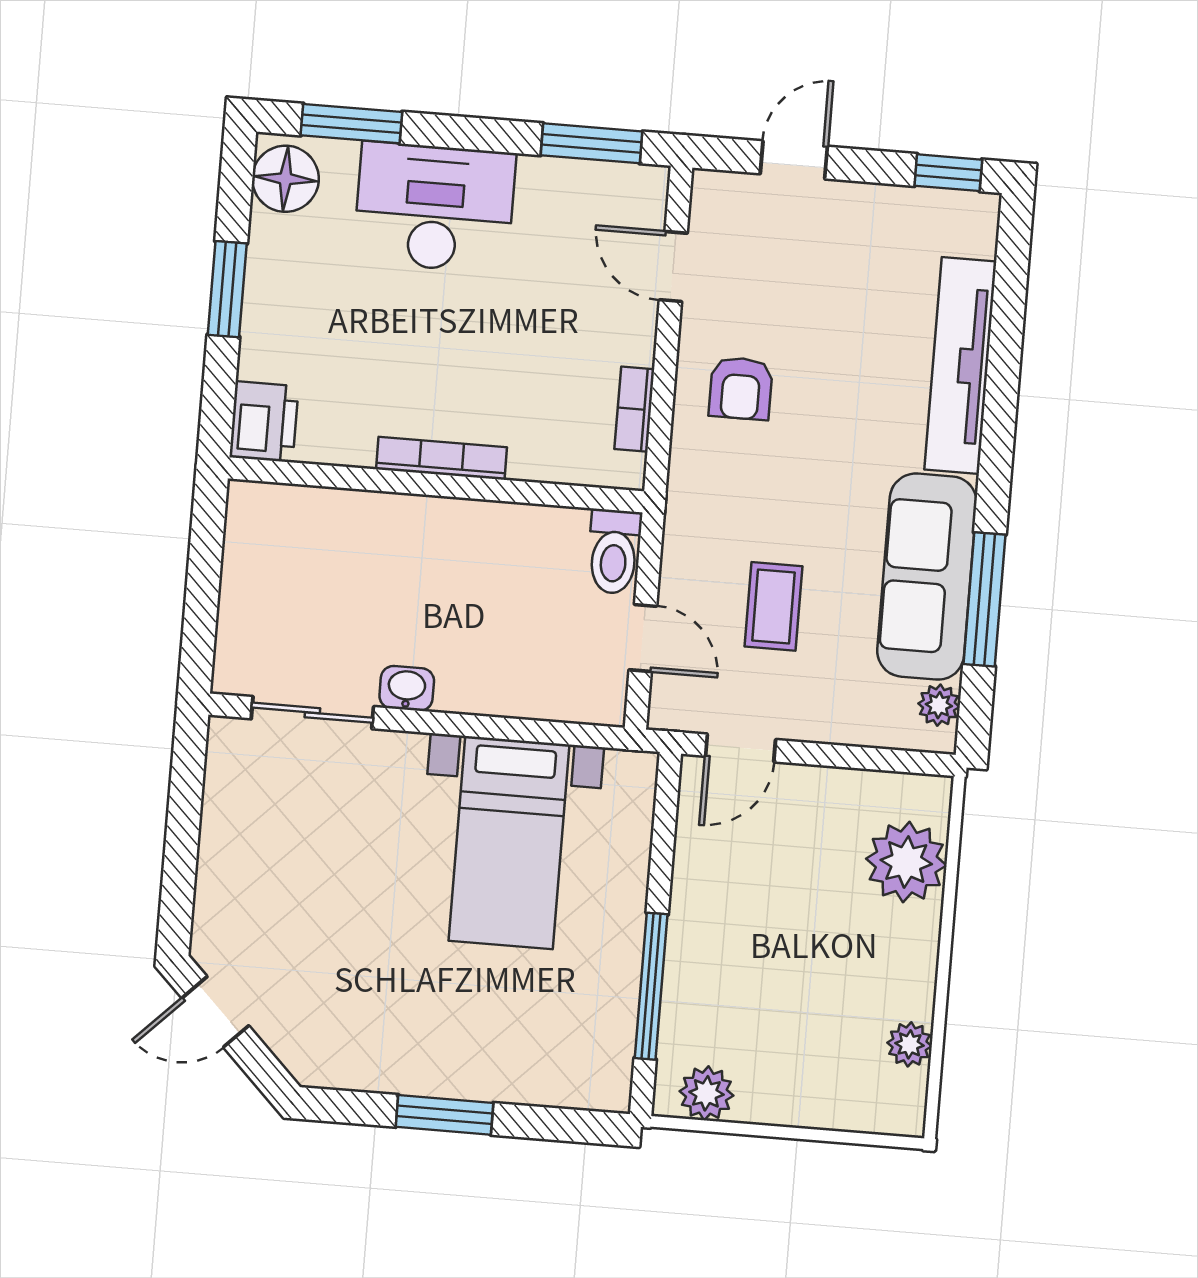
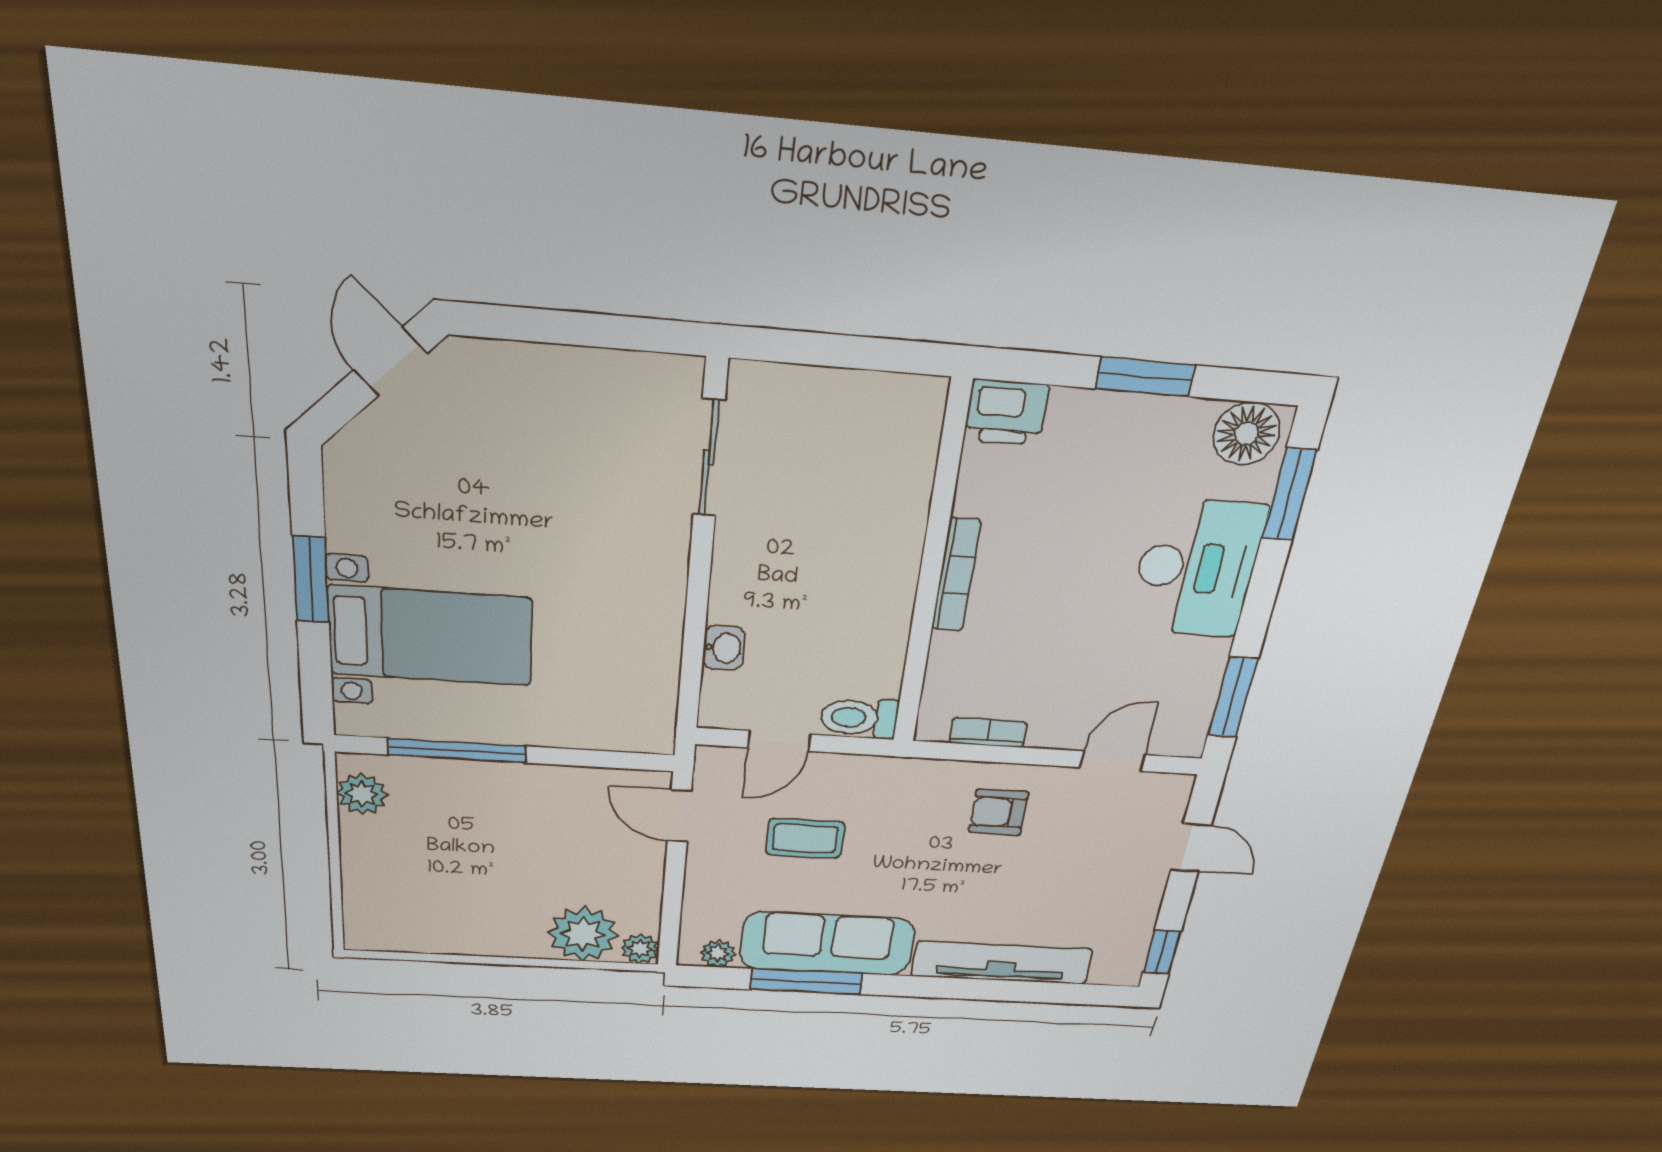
washbasin: (407, 688) -> (724, 648), moved
bed with nightstands: (509, 843) -> (431, 636), moved, turned 180
plant: (909, 1044) -> (640, 949), moved

